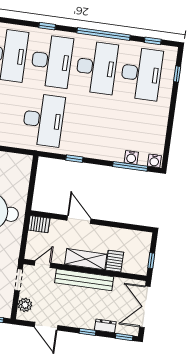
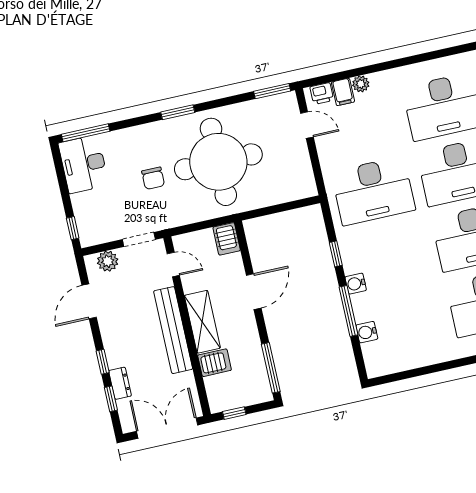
water cooler: (154, 161) -> (356, 284), moved
window: (130, 166) -> (348, 311), moved
window: (131, 227) -> (271, 368), added
window: (124, 337) -> (111, 399), moved

